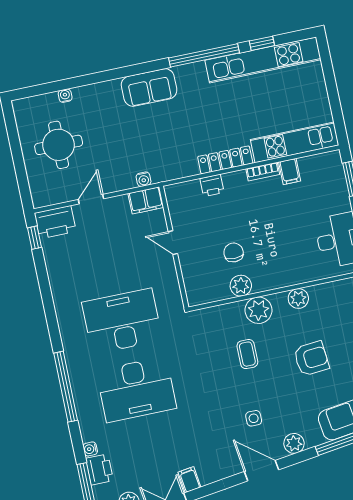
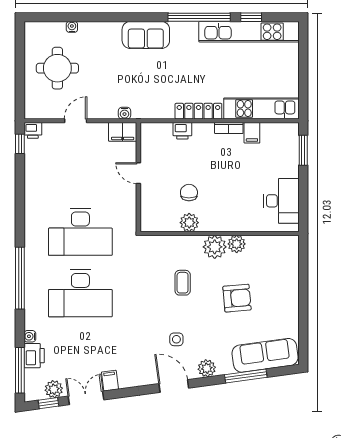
printer: (55, 222) -> (33, 130), width x0.53, depth x0.68
plant: (258, 310) -> (215, 247), moved
desk: (122, 321) -> (80, 232), turned 180

